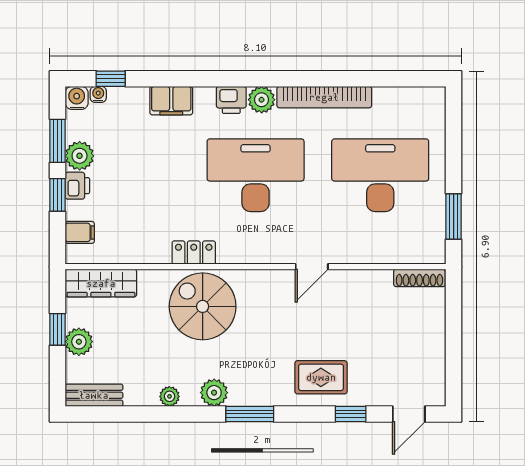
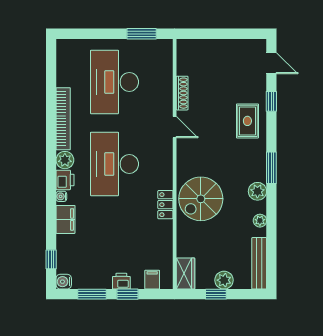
water cooler: (98, 94) -> (61, 196), moved
plant: (80, 156) -> (102, 280), removed
shoe rack: (419, 278) -> (182, 93), moved
wardrobe: (101, 283) -> (185, 274), width x0.67
bench: (94, 395) -> (259, 263), width x1.36

